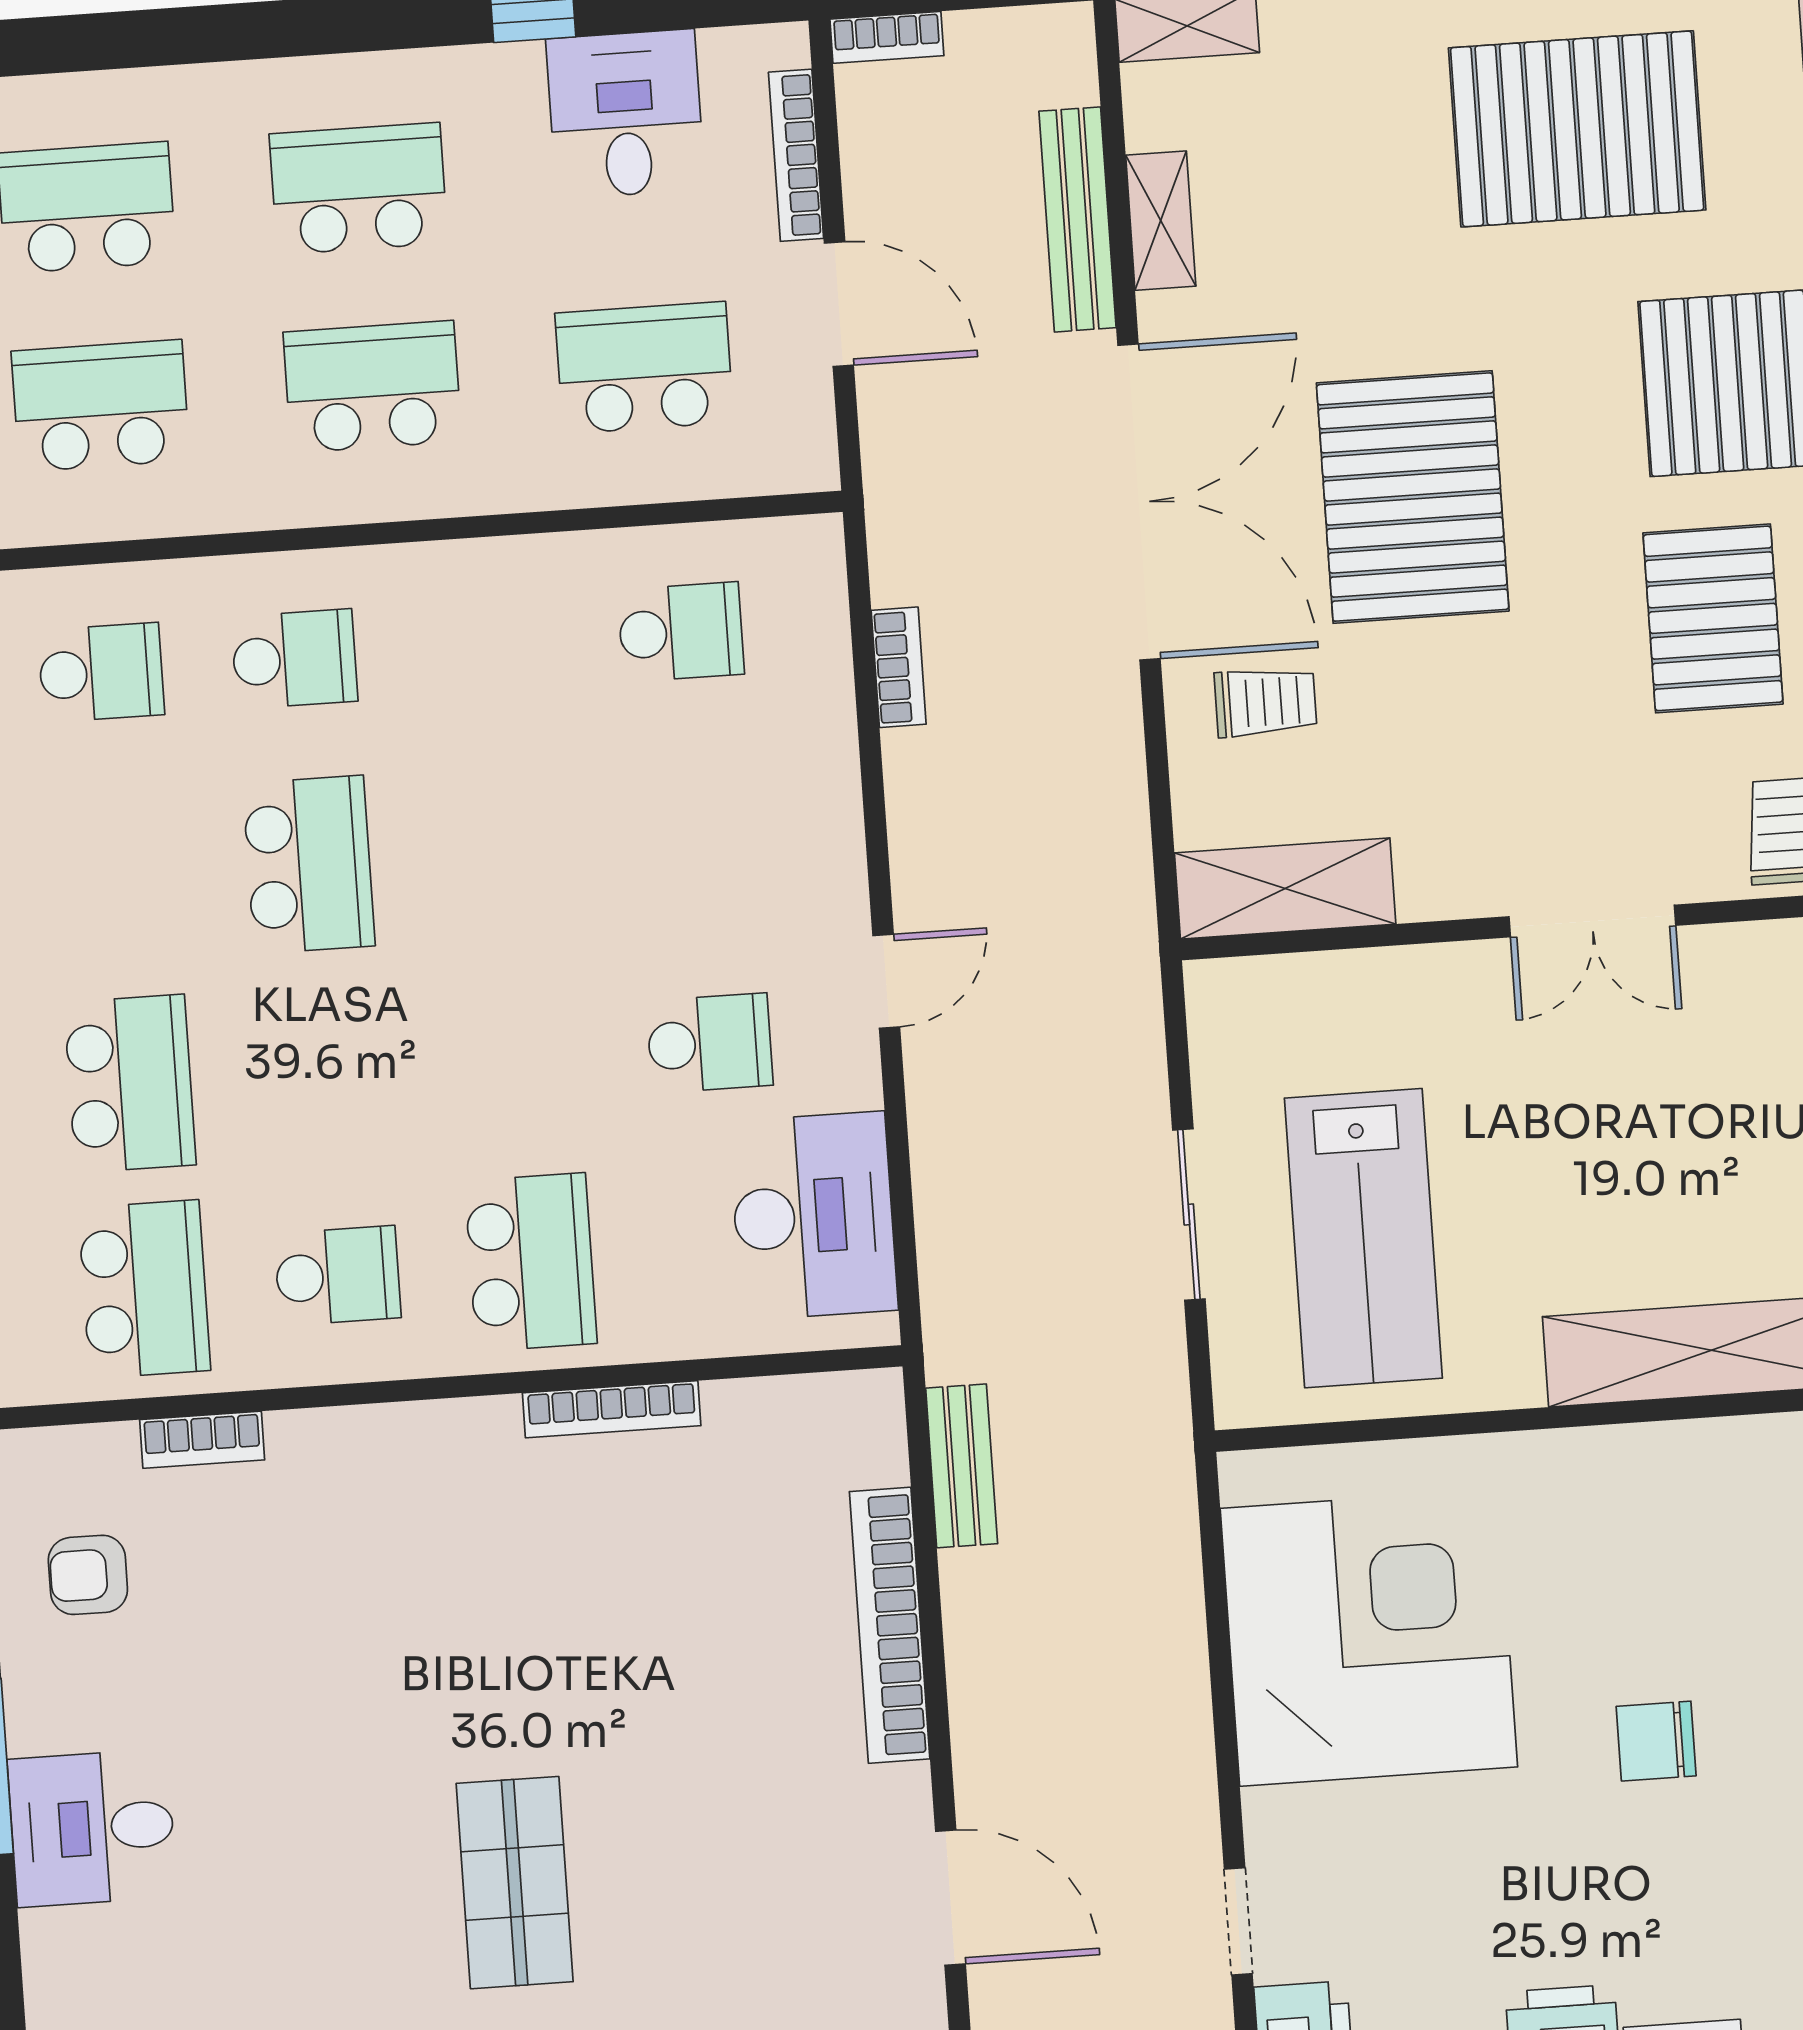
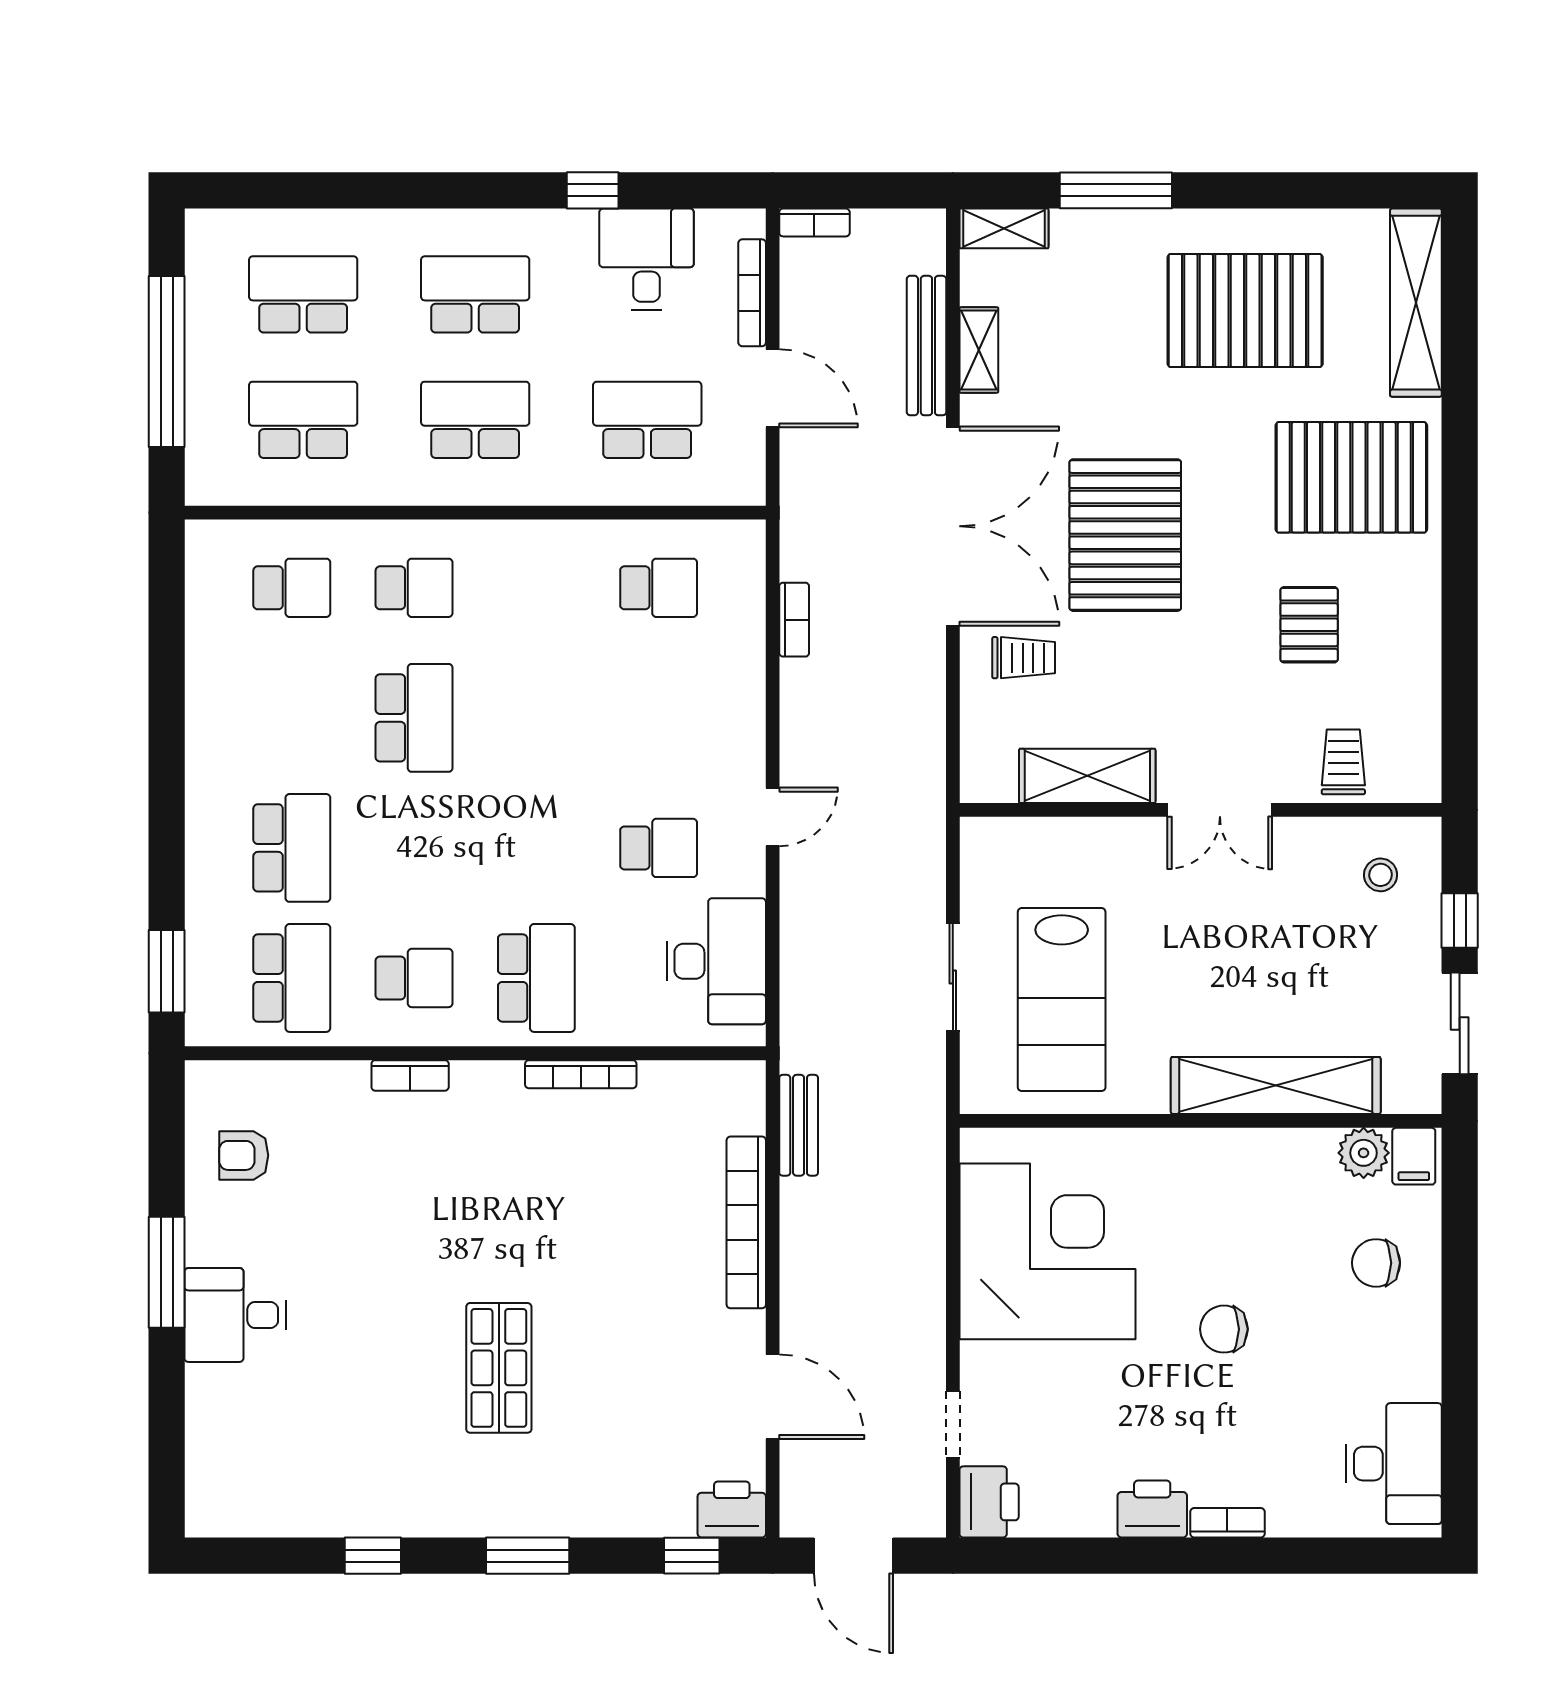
pallet: (1713, 618) -> (1309, 625), width x0.67, depth x0.71
shelving: (1285, 888) -> (1087, 776), moved
bookcase: (202, 1440) -> (410, 1075), moved

